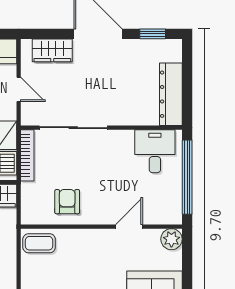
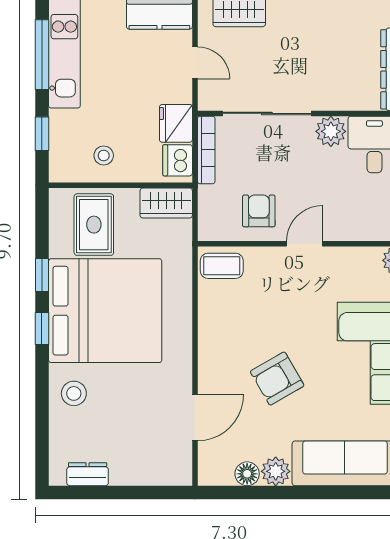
plant: (122, 141) -> (331, 131), added
door: (129, 227) -> (305, 244), moved

